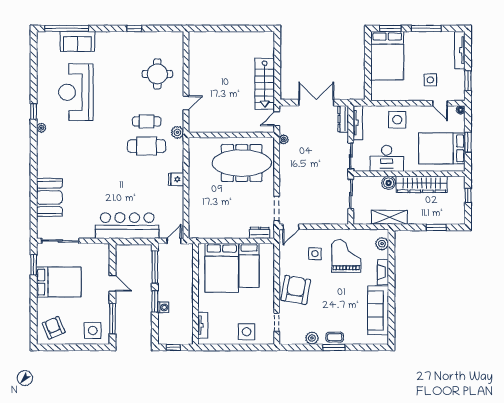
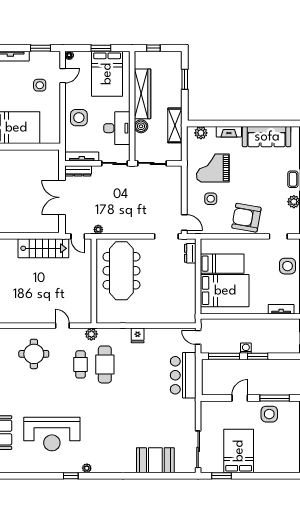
bar counter: (127, 226) -> (183, 375), width x0.73
washing machine: (163, 307) -> (246, 348), moved
armchair: (54, 328) -> (284, 456), removed
side table: (93, 330) -> (269, 414), moved

